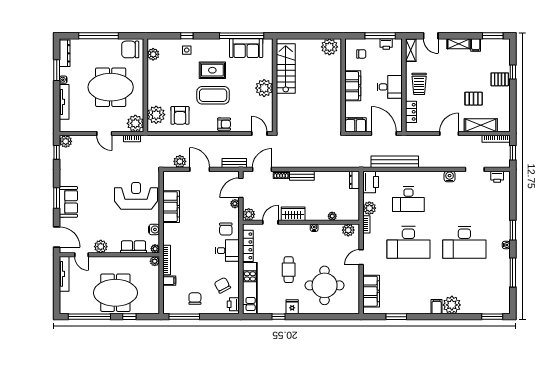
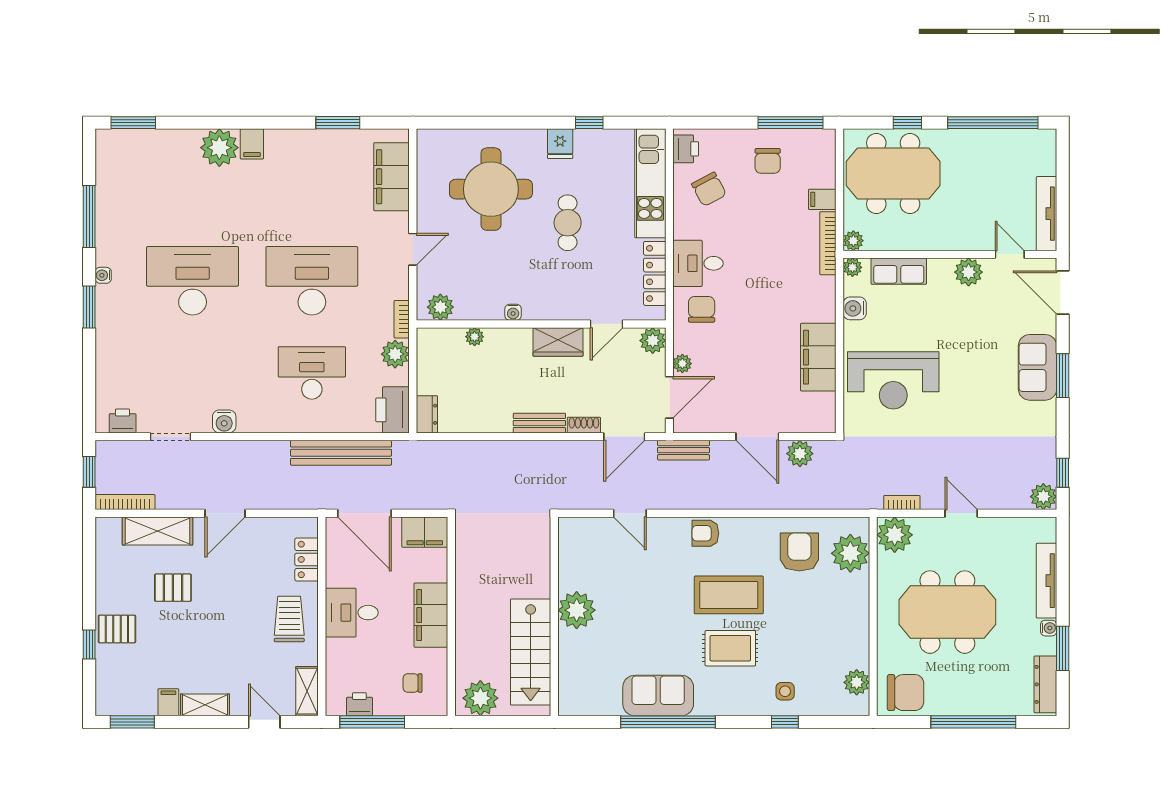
stairs: (286, 68) -> (531, 652), moved
wall: (275, 85) -> (554, 616), moved
plant: (264, 88) -> (577, 610), moved
meeting table: (115, 293) -> (893, 173), moved

